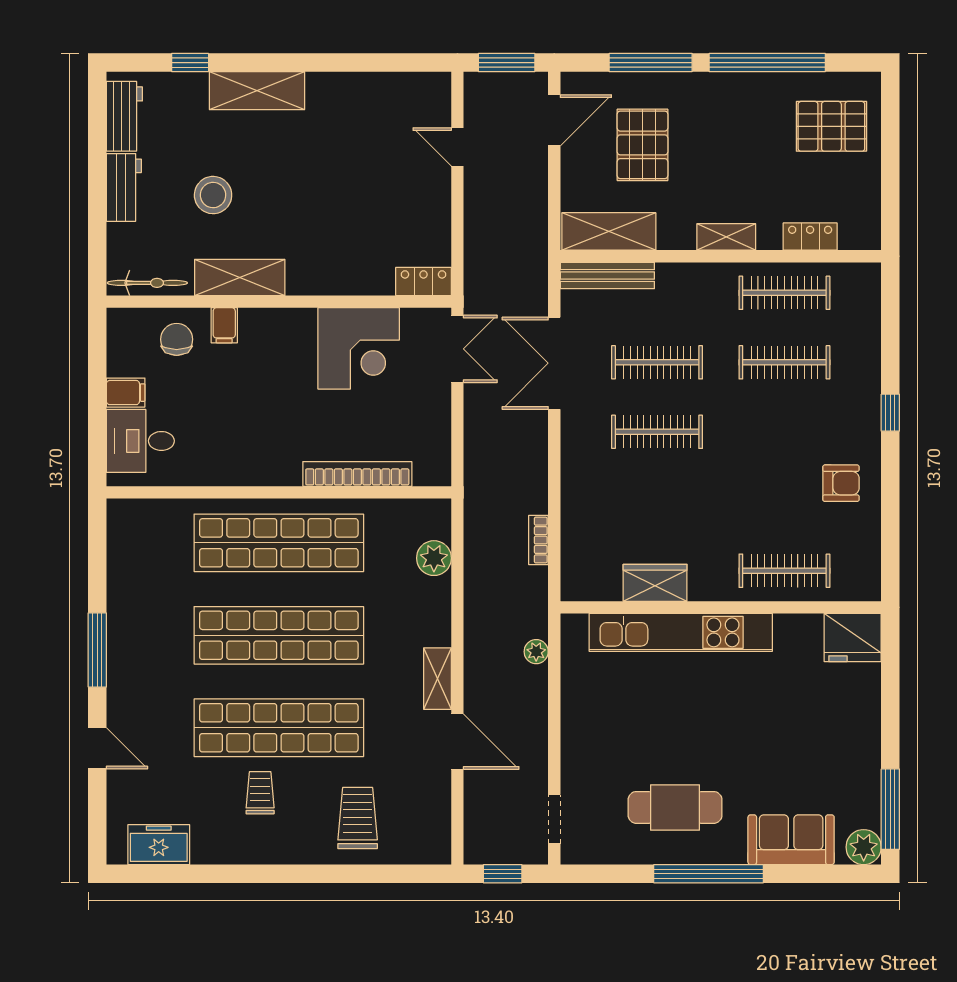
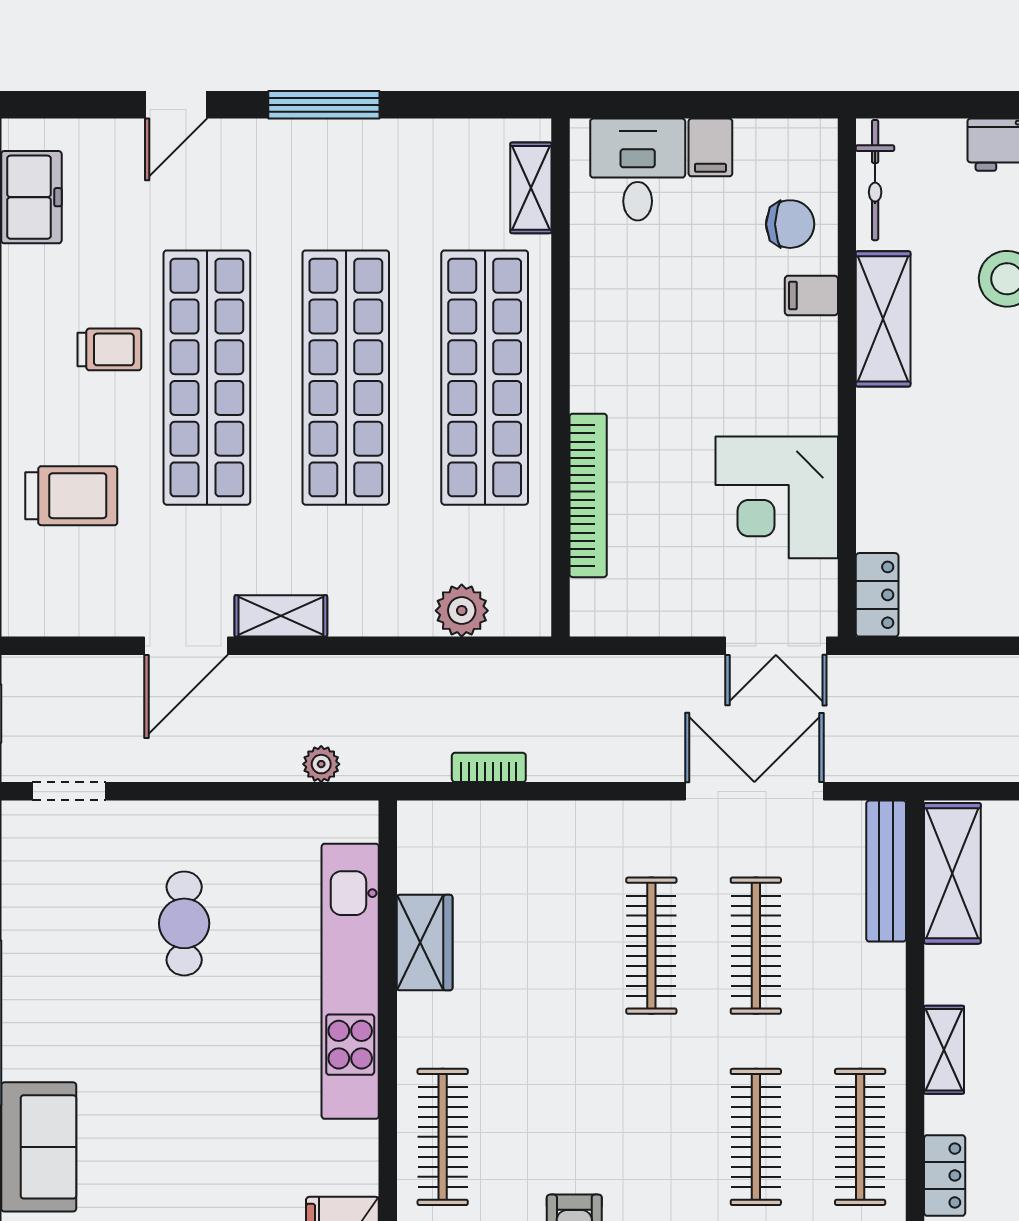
shelving: (153, 512) -> (531, 188), added
cafe table: (675, 807) -> (184, 923), moved, width x0.73, depth x0.74

